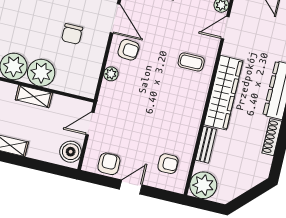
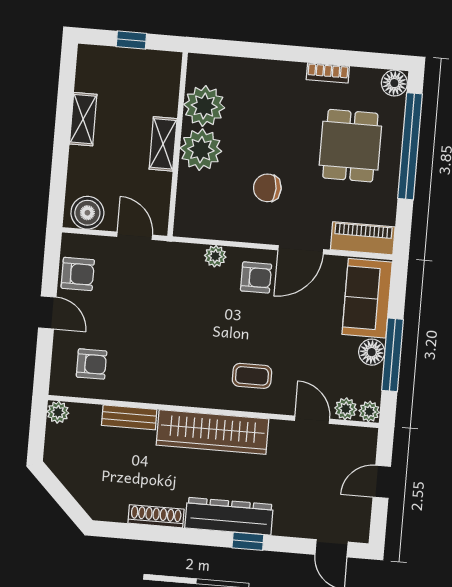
armchair: (128, 50) -> (256, 277), turned -95
coffee table: (191, 62) -> (252, 376), turned 90
armchair: (168, 164) -> (92, 364), turned -90
plant: (203, 185) -> (58, 412), width x0.53, depth x0.53

